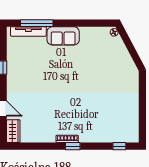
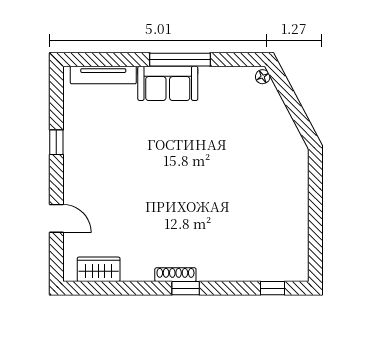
window: (37, 23) -> (180, 60), moved
wardrobe: (13, 131) -> (99, 269), moved, turned -90

